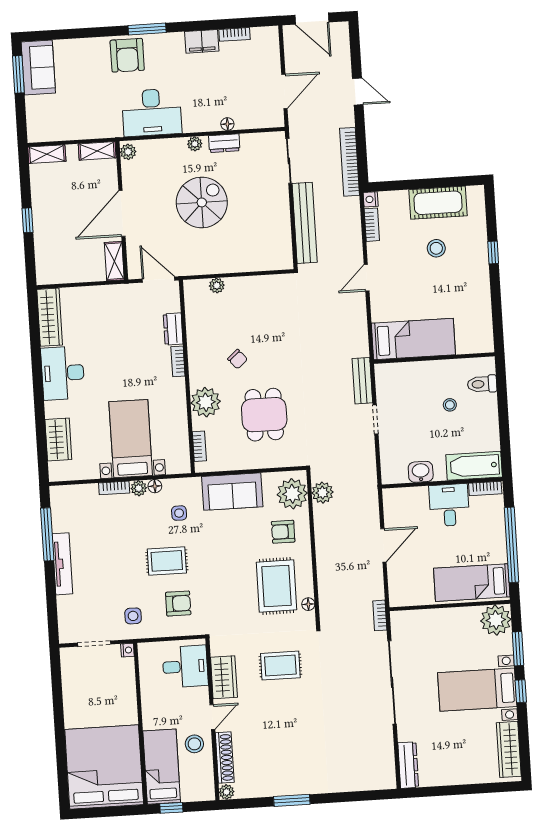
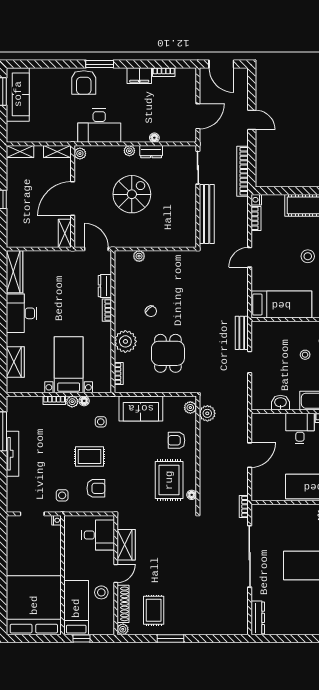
sofa: (38, 67) -> (18, 94), width x1.36
stool: (436, 248) -> (308, 256), moved
plant: (292, 494) -> (190, 408), width x0.53, depth x0.53
rug: (280, 666) -> (154, 610), moved, turned 90

